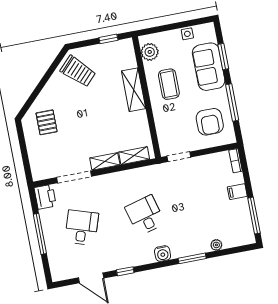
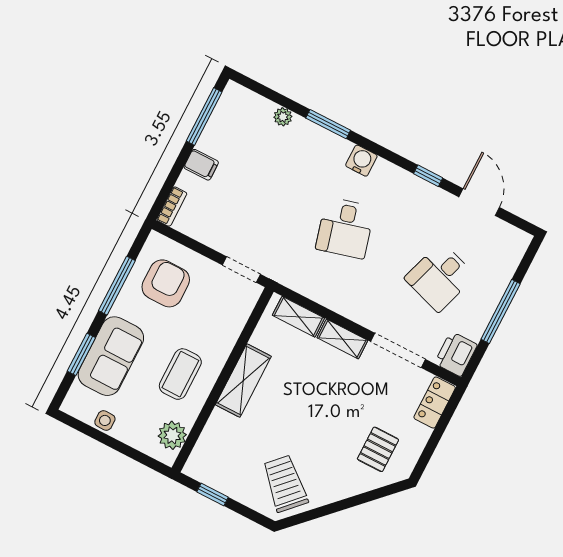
shelving: (134, 90) -> (243, 381), moved
locker: (37, 166) -> (435, 403), added

